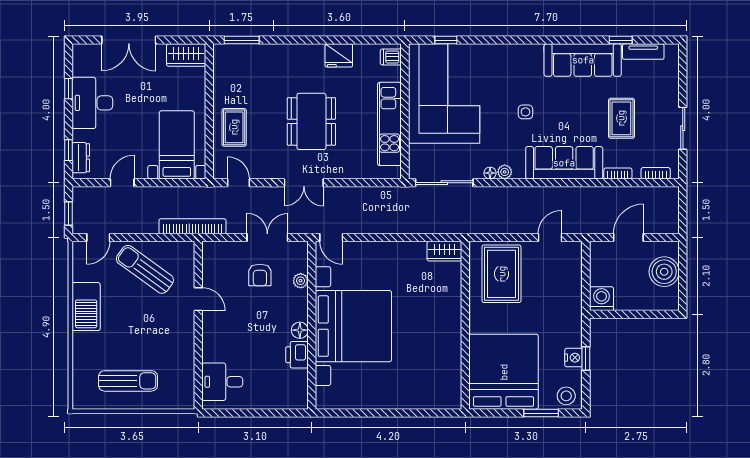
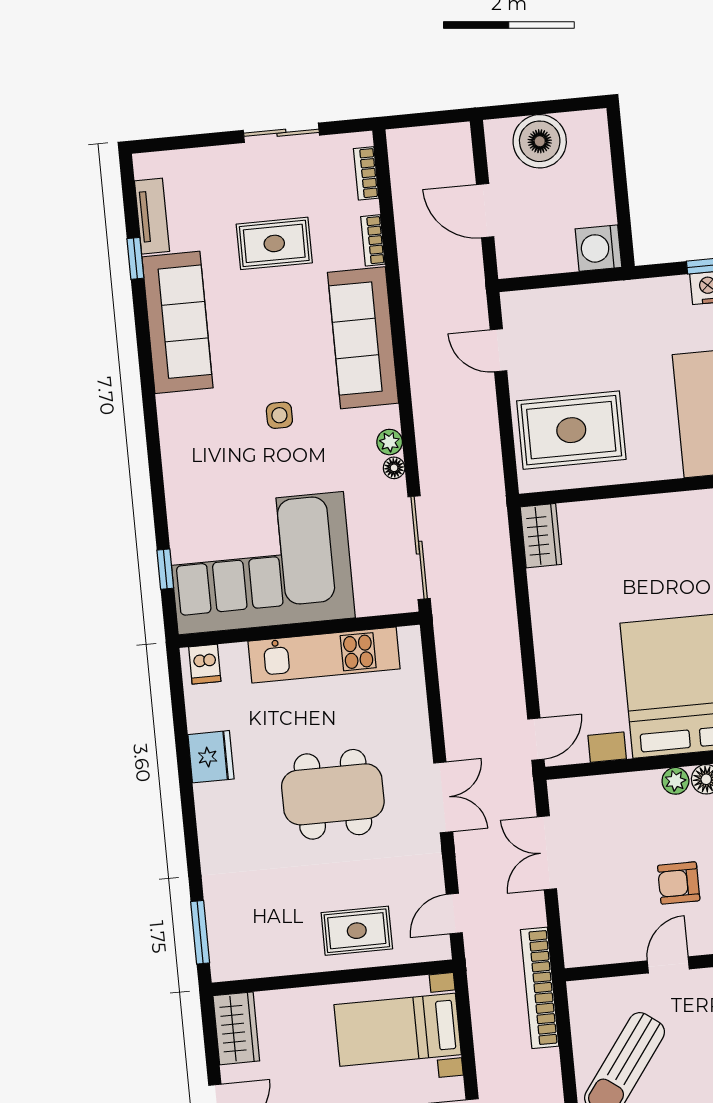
armchair: (260, 275) -> (679, 883), moved, turned 180
plant: (301, 281) -> (675, 781), moved

